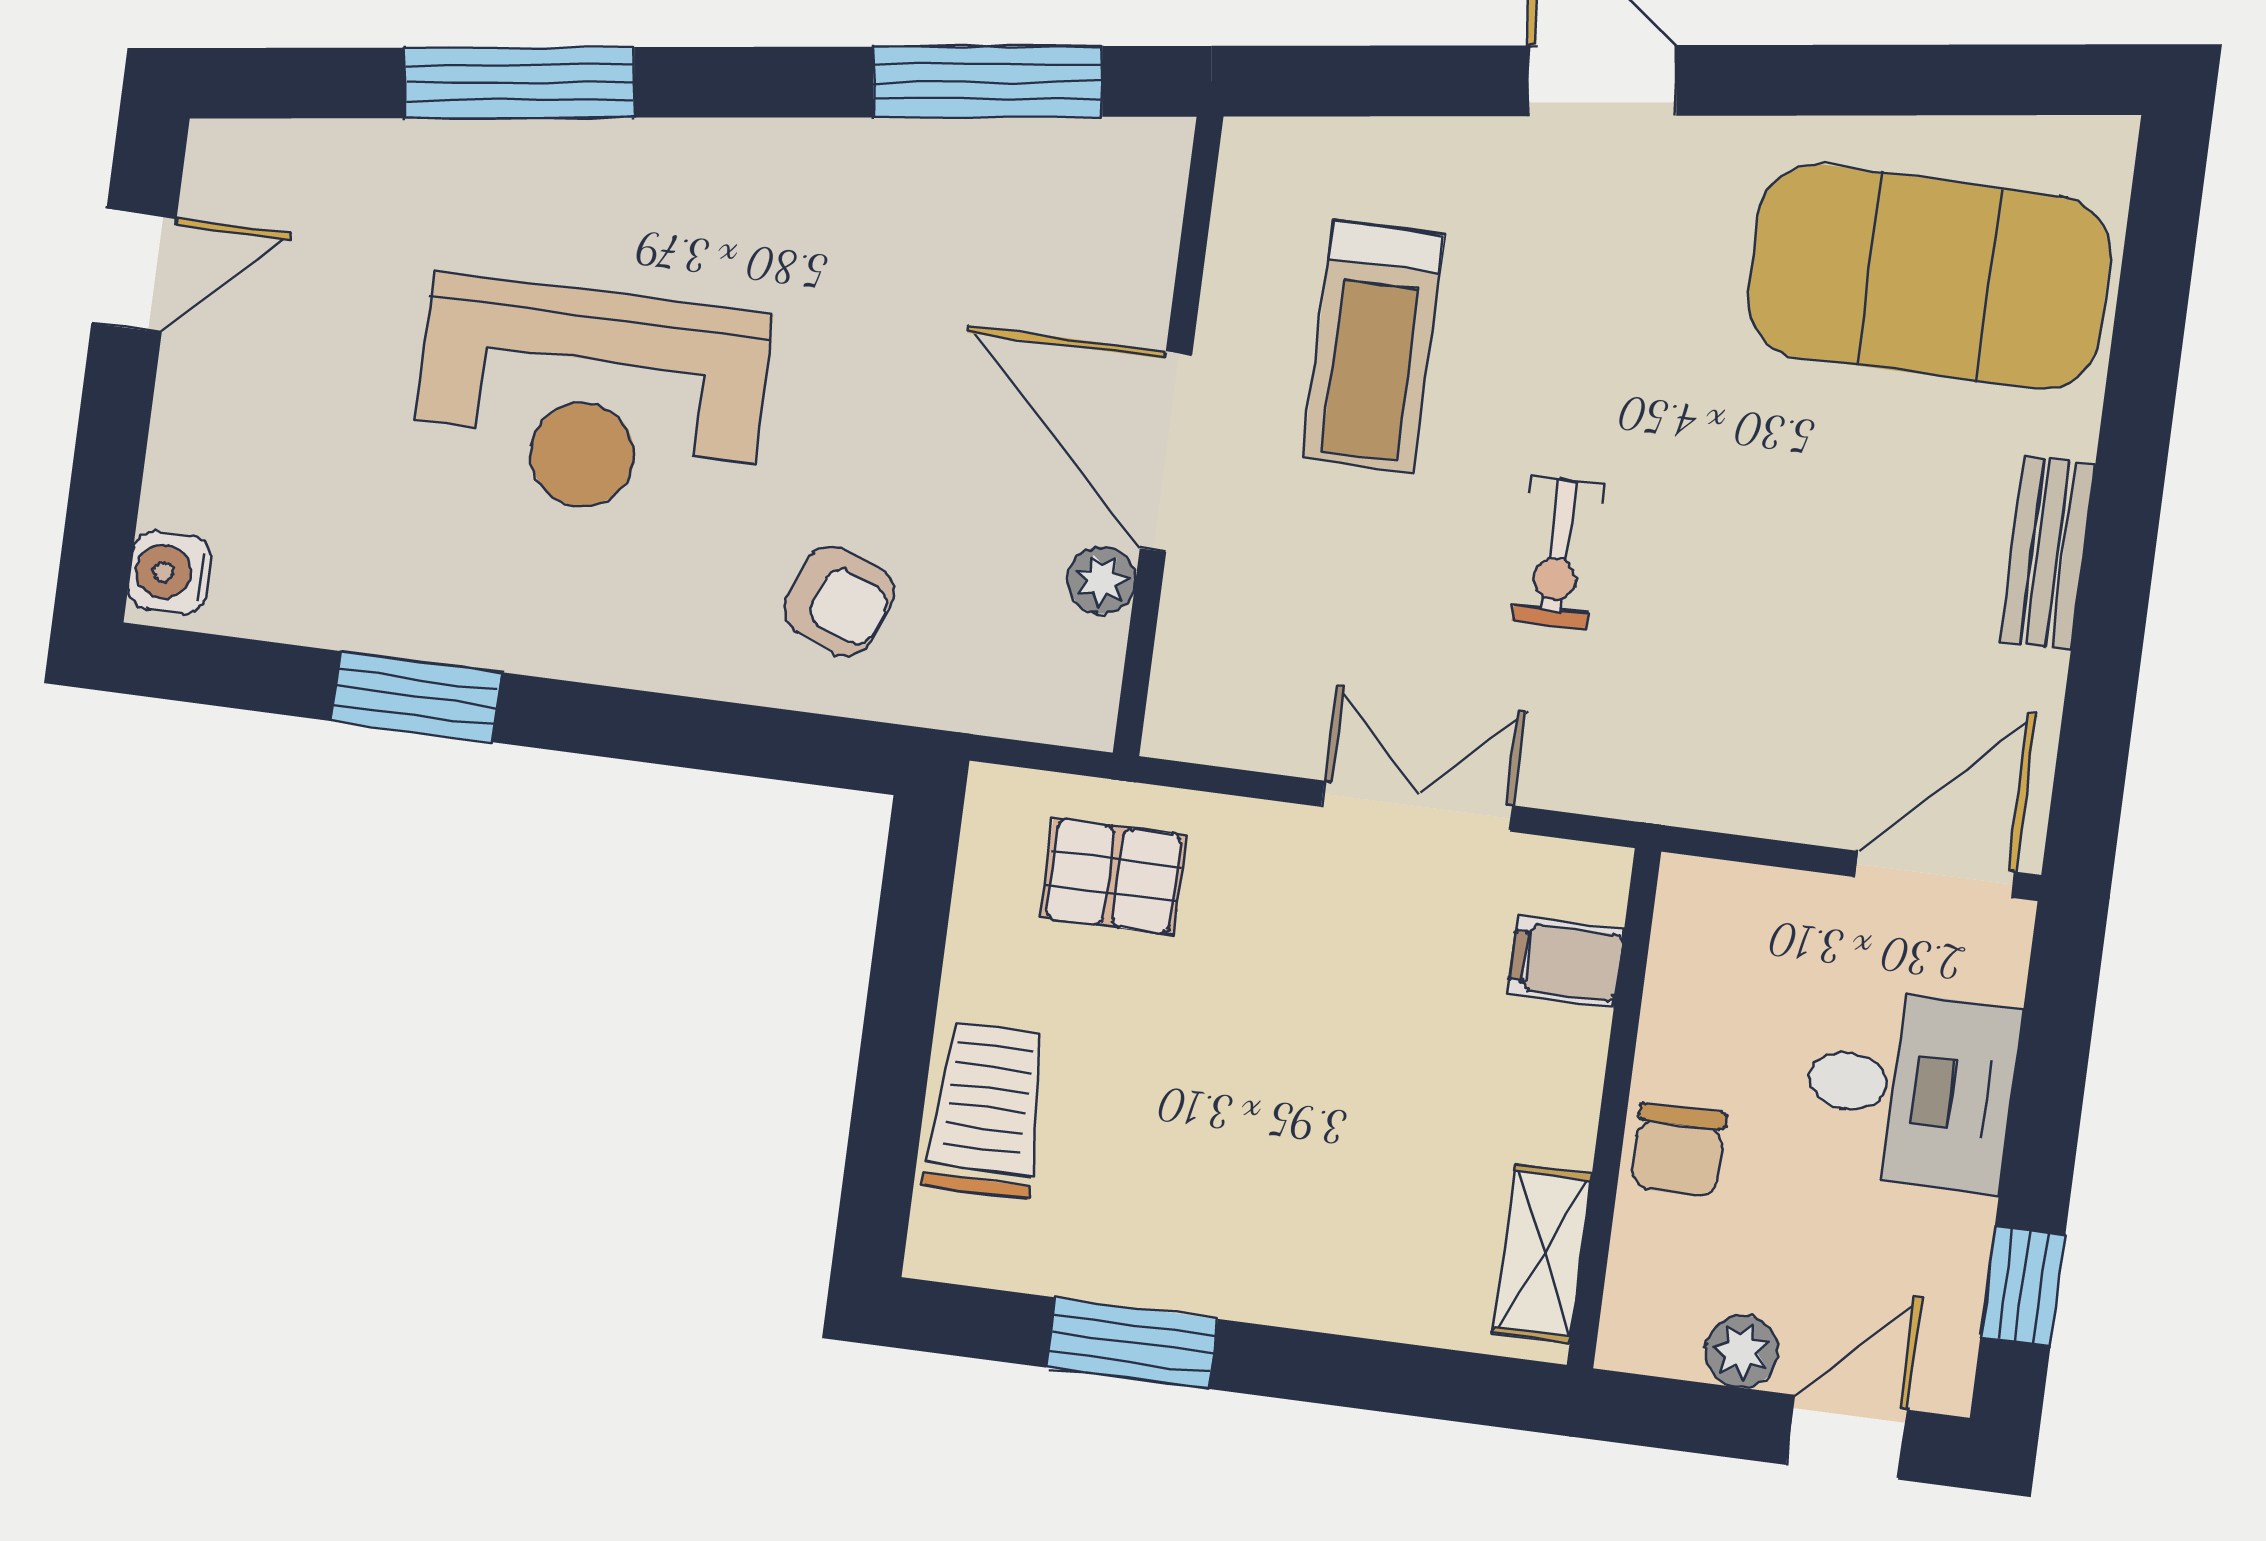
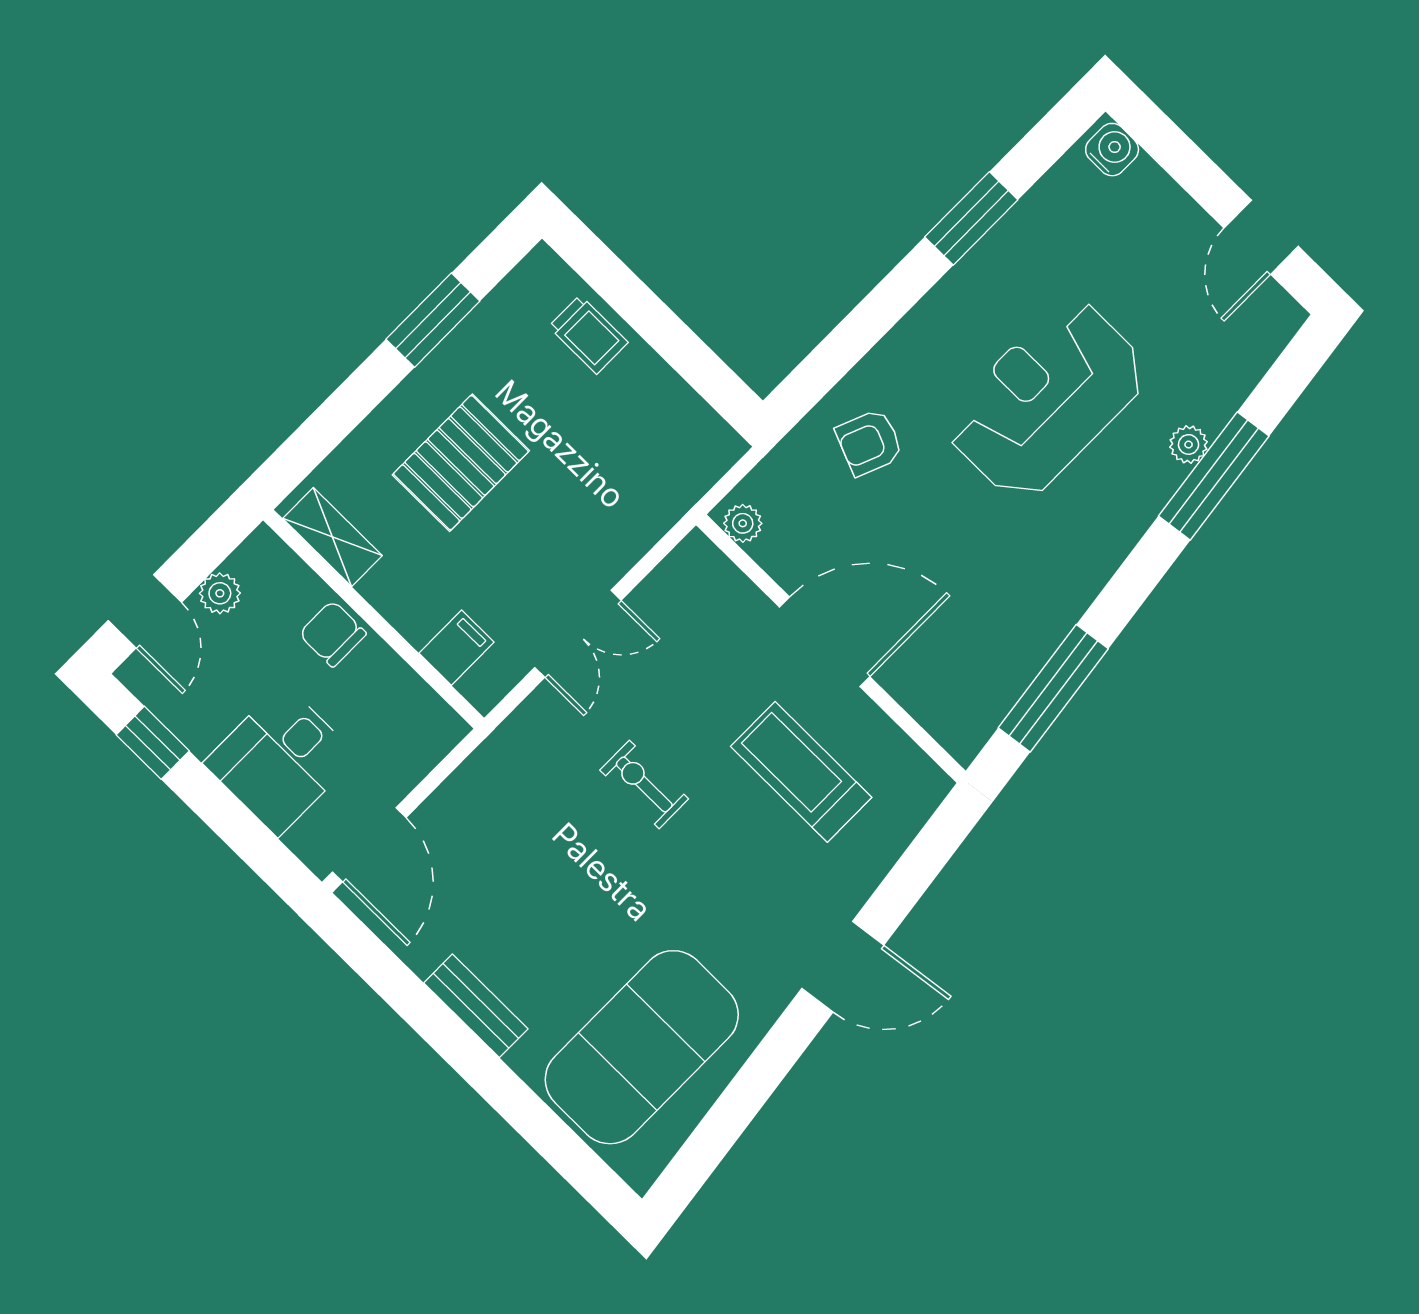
plant: (502, 152) -> (1189, 444), added
plant: (1102, 580) -> (743, 523), moved
pallet: (1113, 876) -> (461, 463), moved, width x1.50, depth x1.42
trolley: (987, 1110) -> (588, 335), width x0.73, depth x0.72

